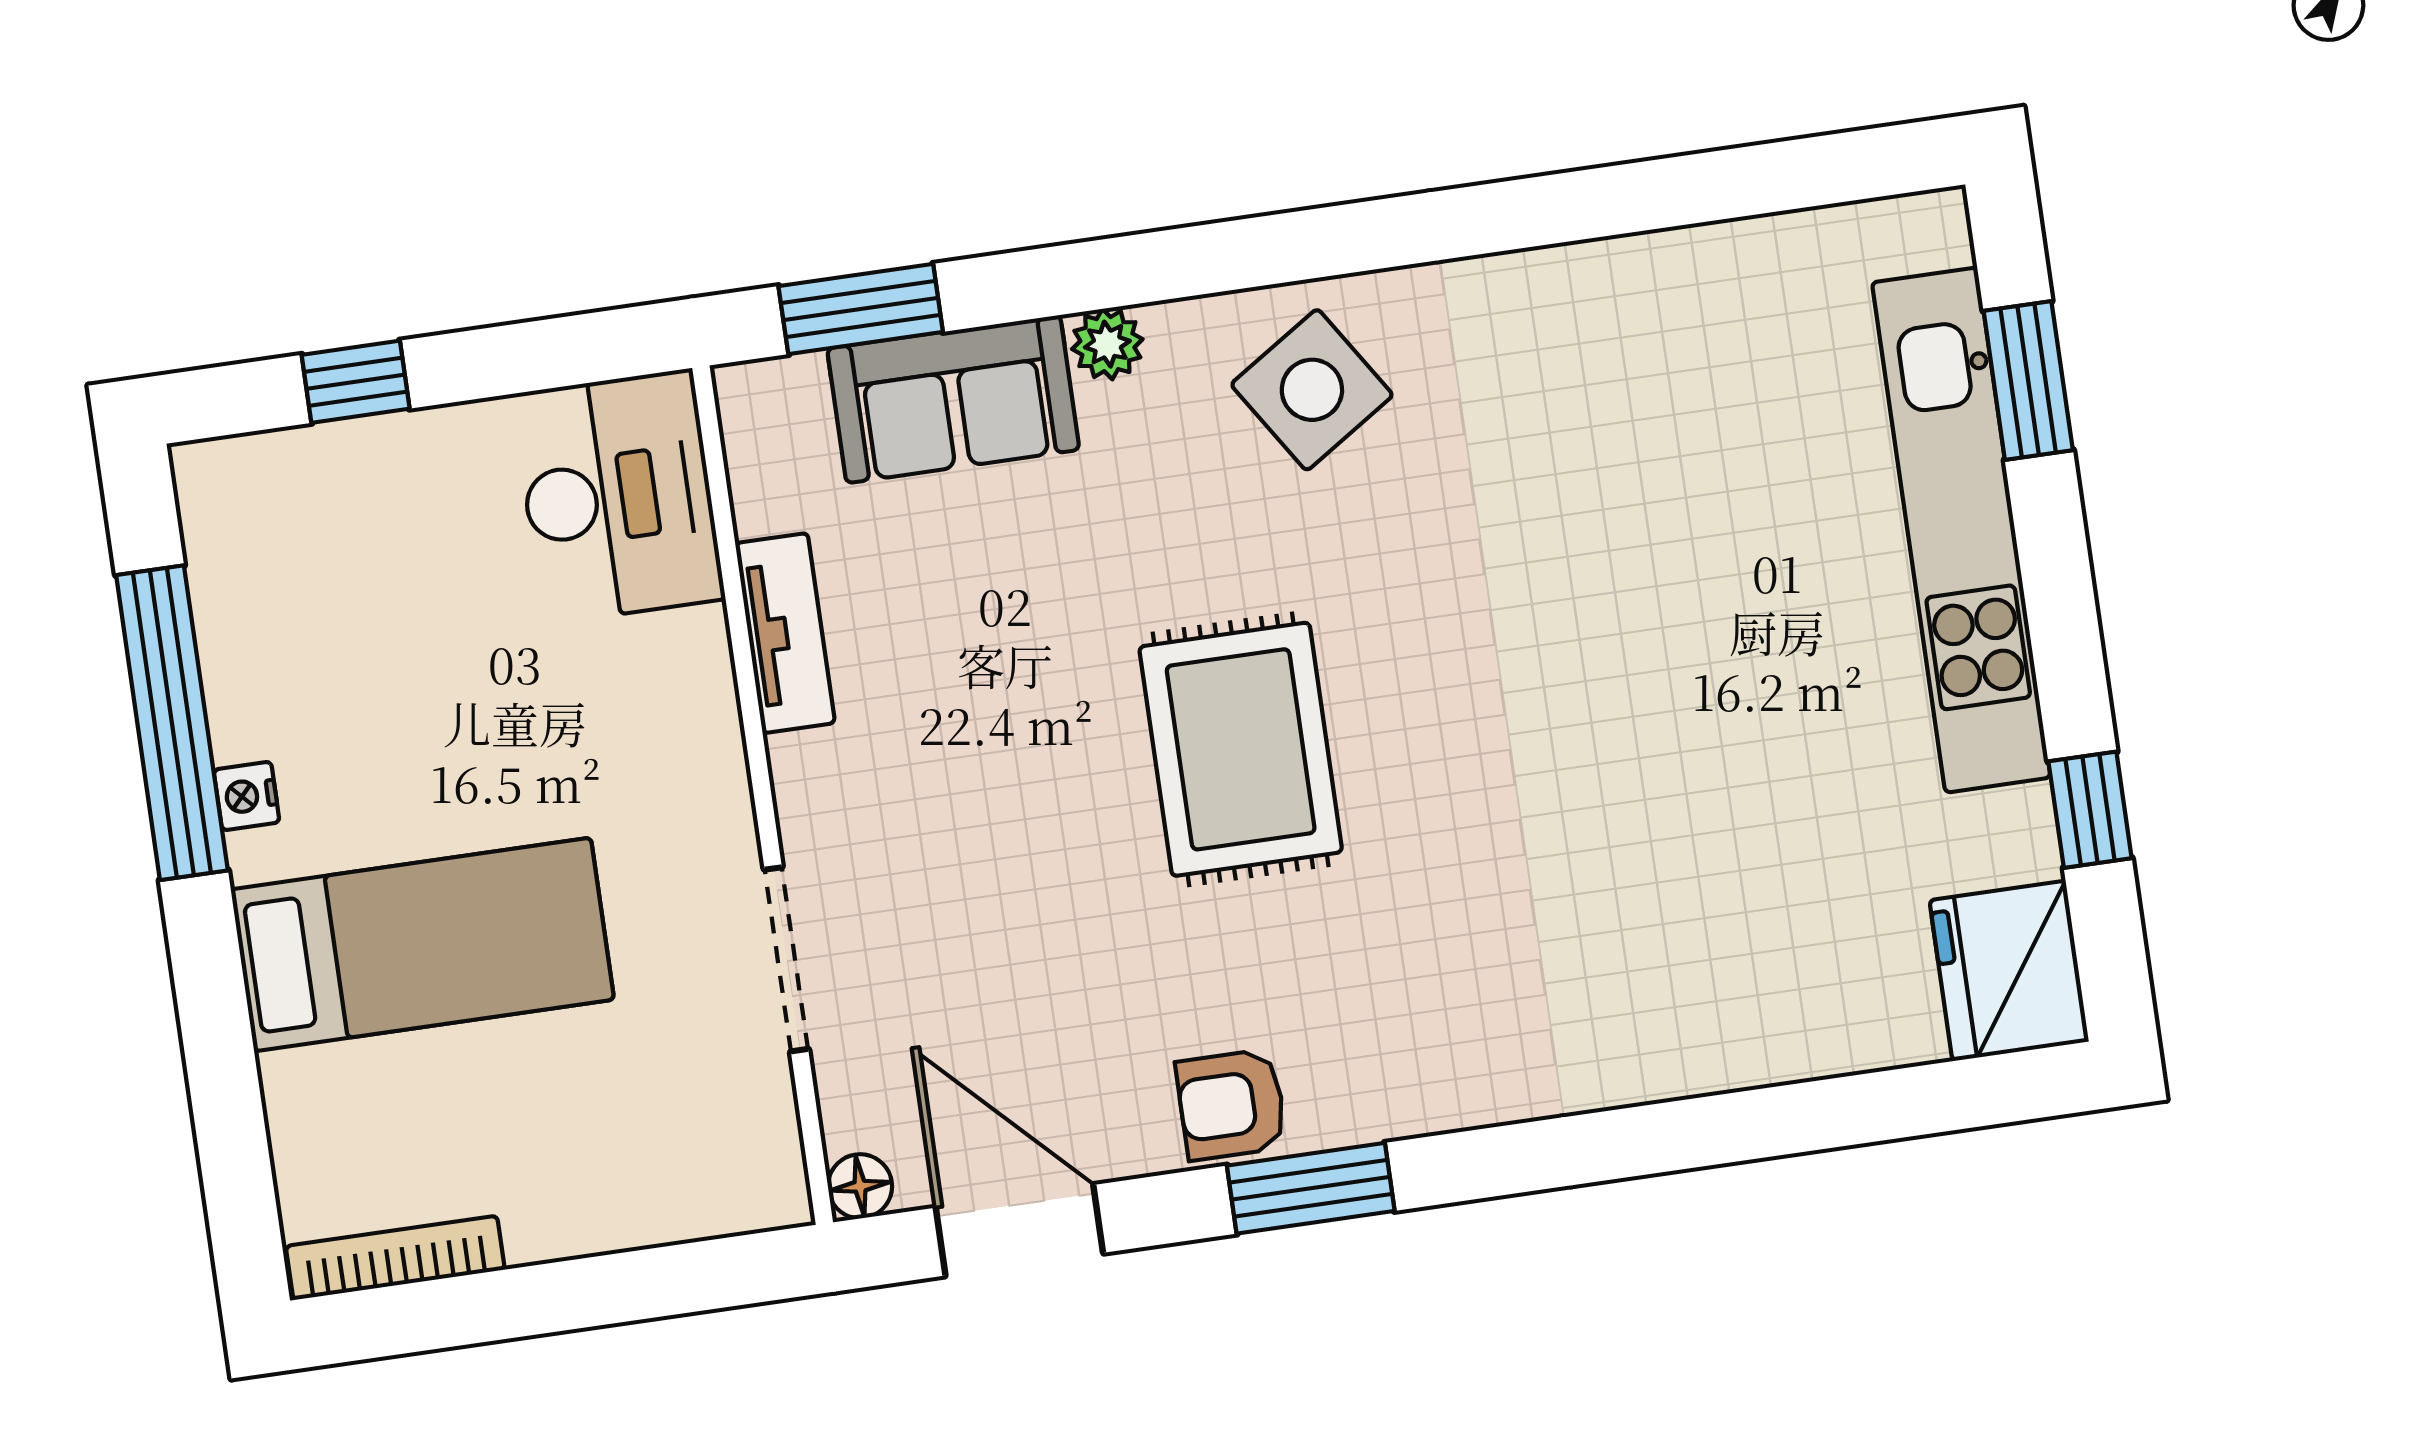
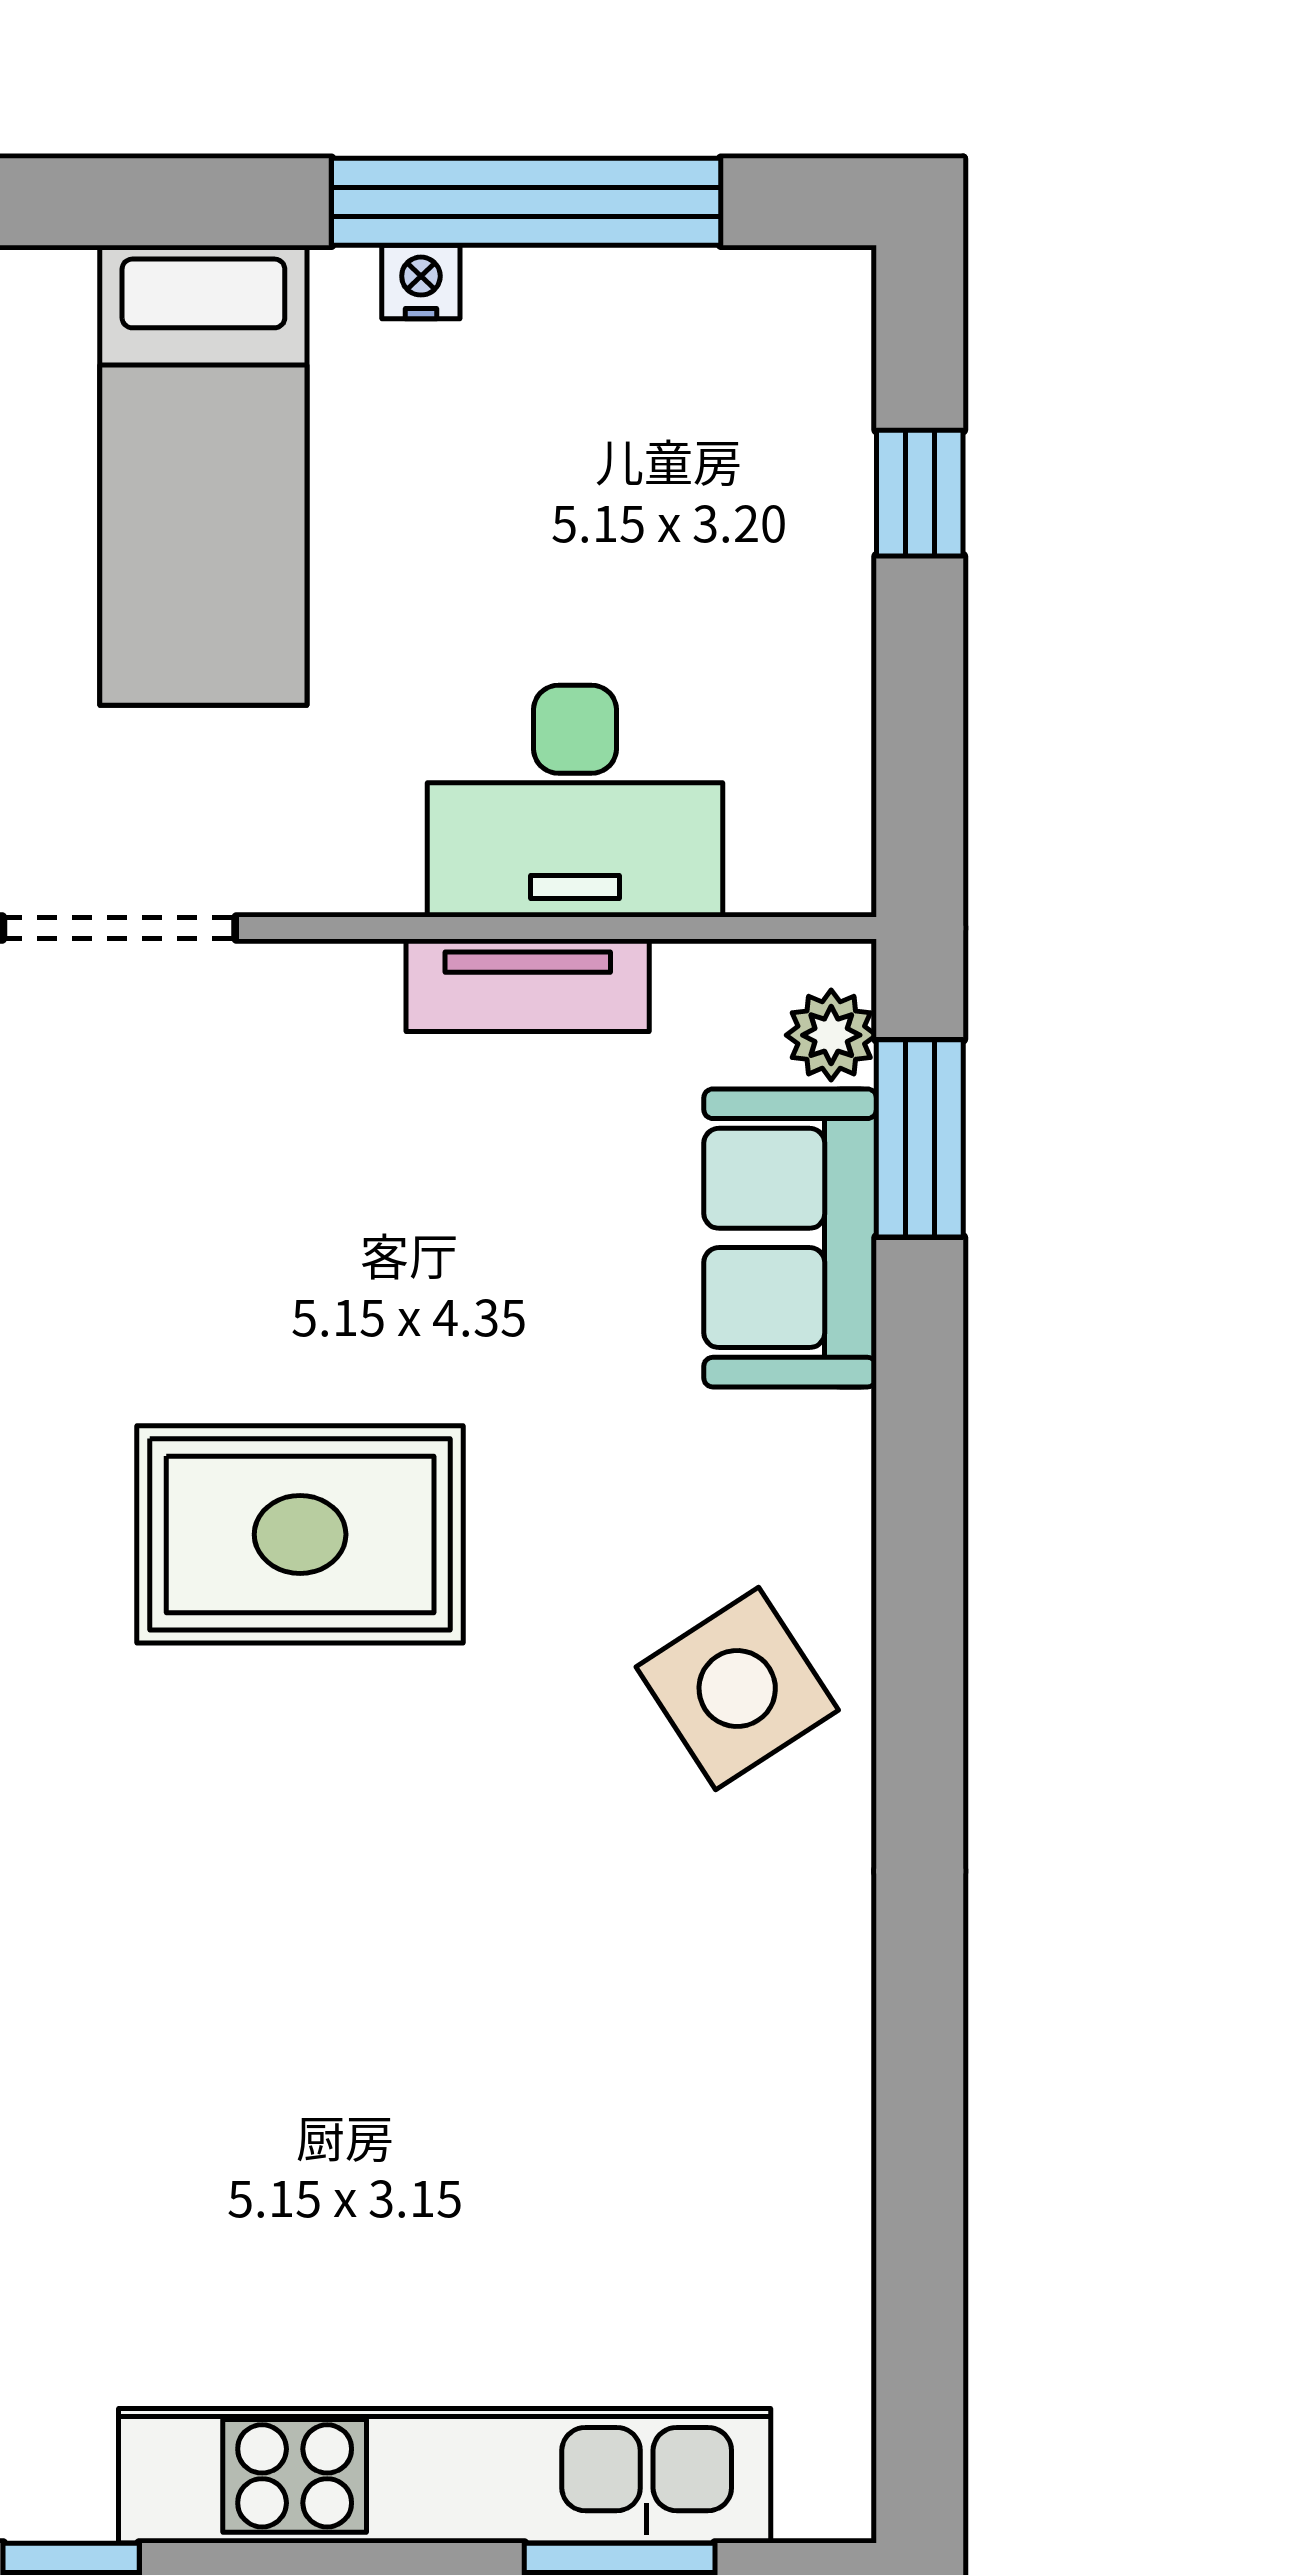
plant: (1107, 344) -> (831, 1035), moved
desk: (618, 497) -> (575, 801), moved

